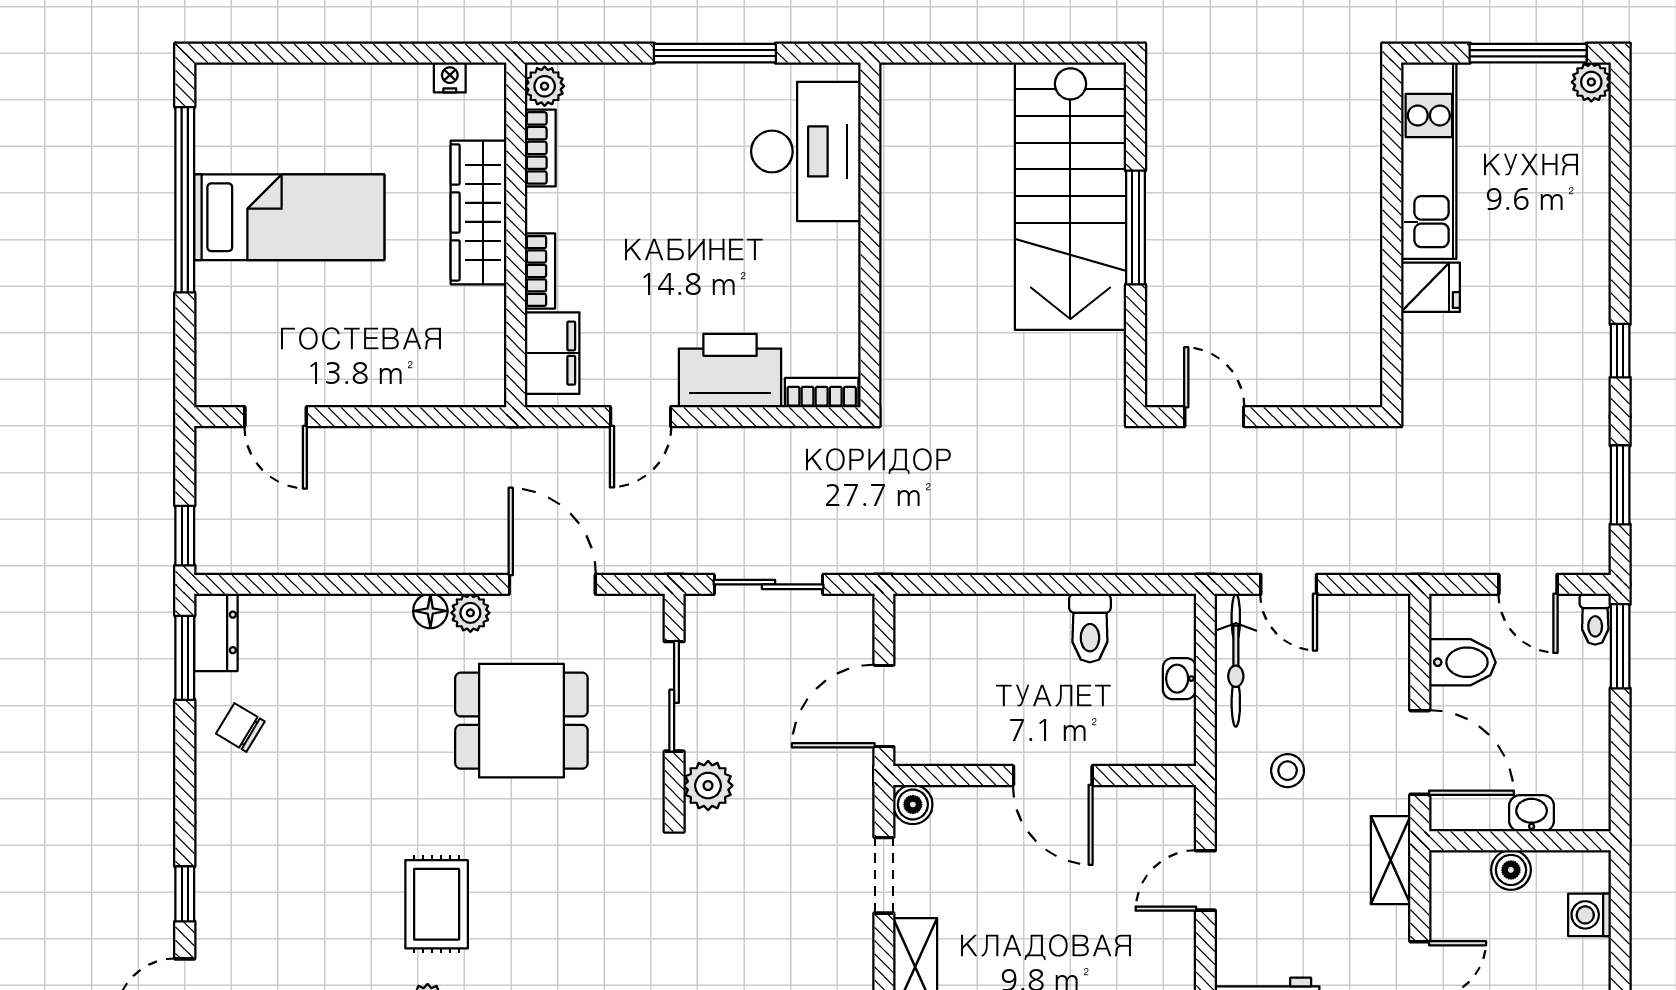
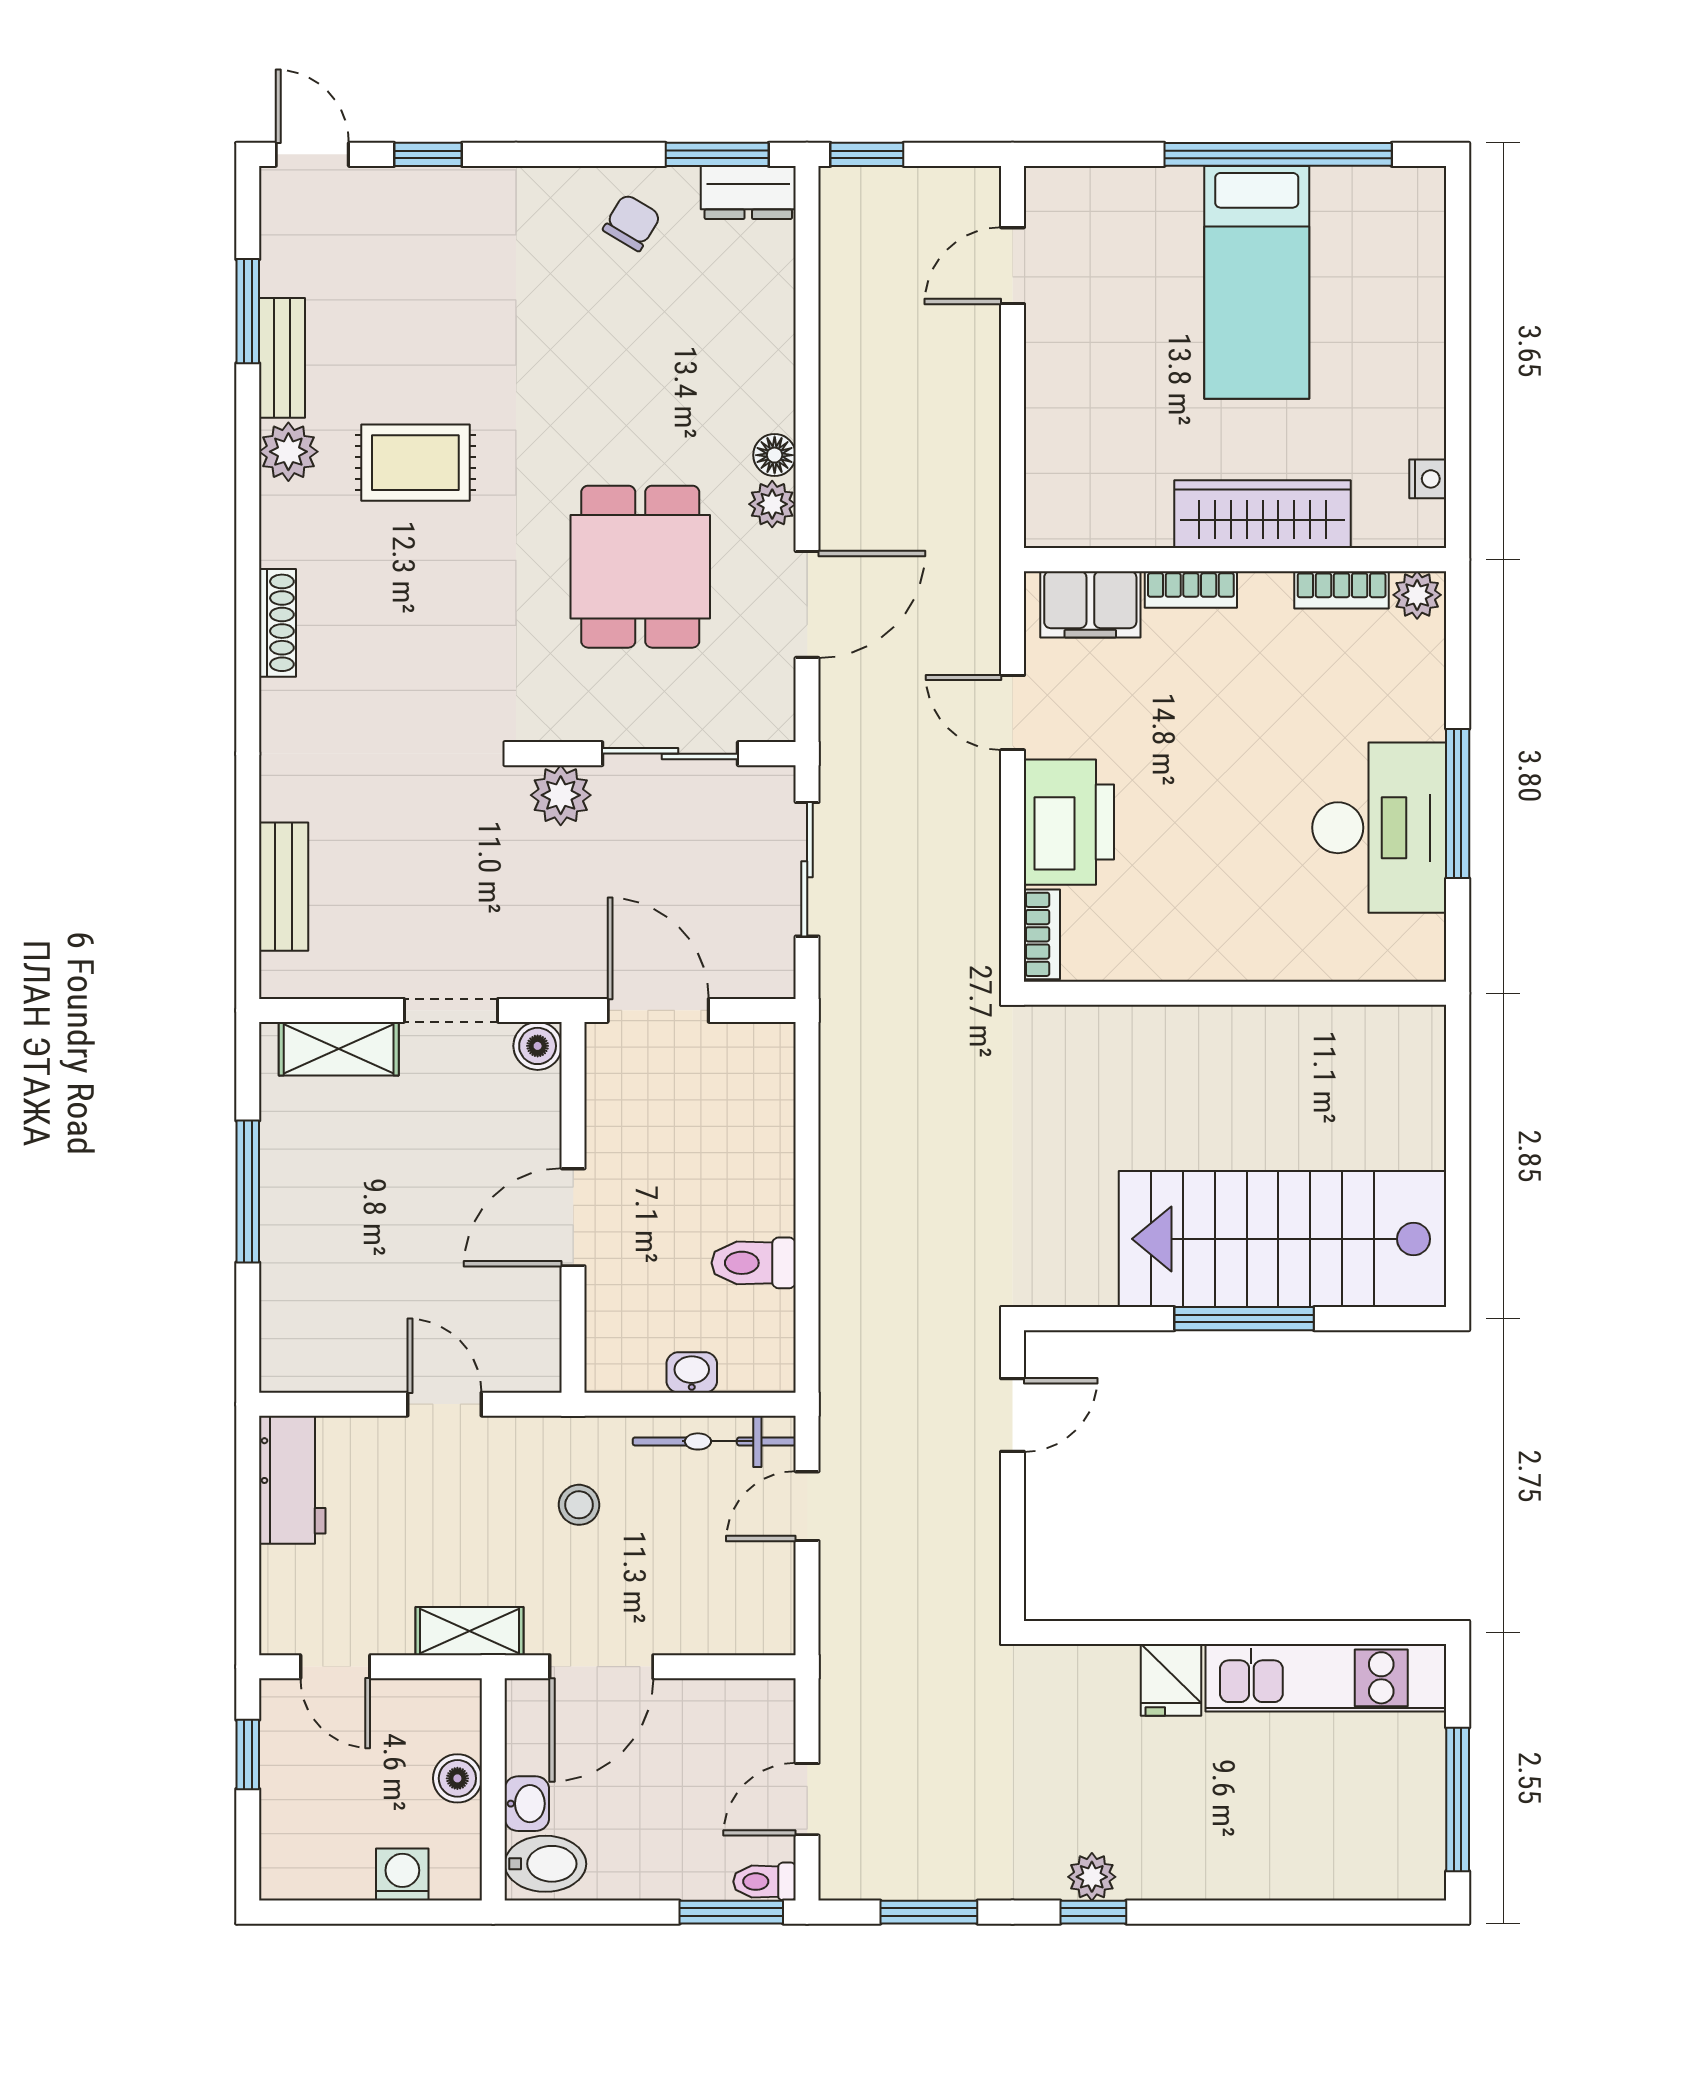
plant: (1591, 82) -> (1092, 1877), moved
desk: (806, 151) -> (1379, 828), moved, turned -90
bidet: (1462, 662) -> (545, 1864), moved, turned -90

